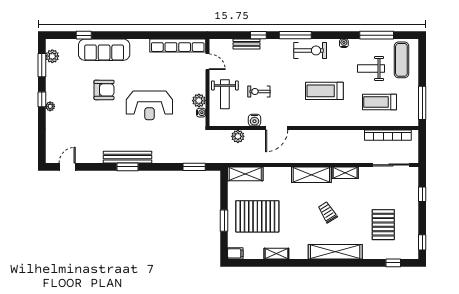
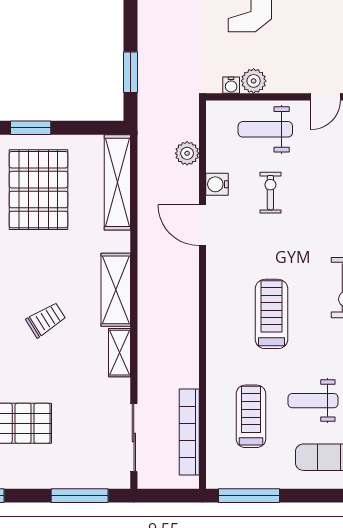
weight bench: (371, 69) -> (313, 401), turned -90
shelving: (245, 174) -> (117, 182), width x1.47
window: (422, 194) -> (80, 496), width x2.17

